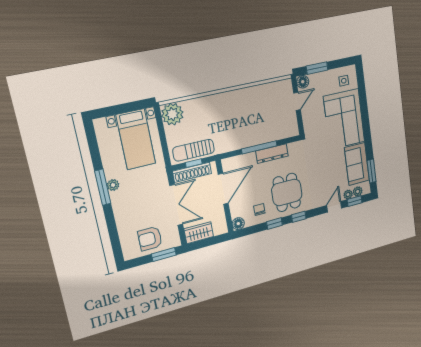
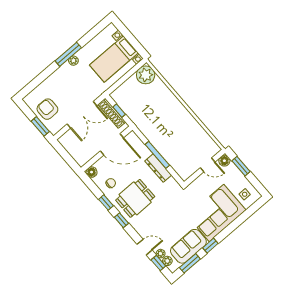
window: (368, 142) -> (210, 246), added
sun lounger: (194, 150) -> (128, 105), removed
wardrobe: (199, 233) -> (69, 144), removed

